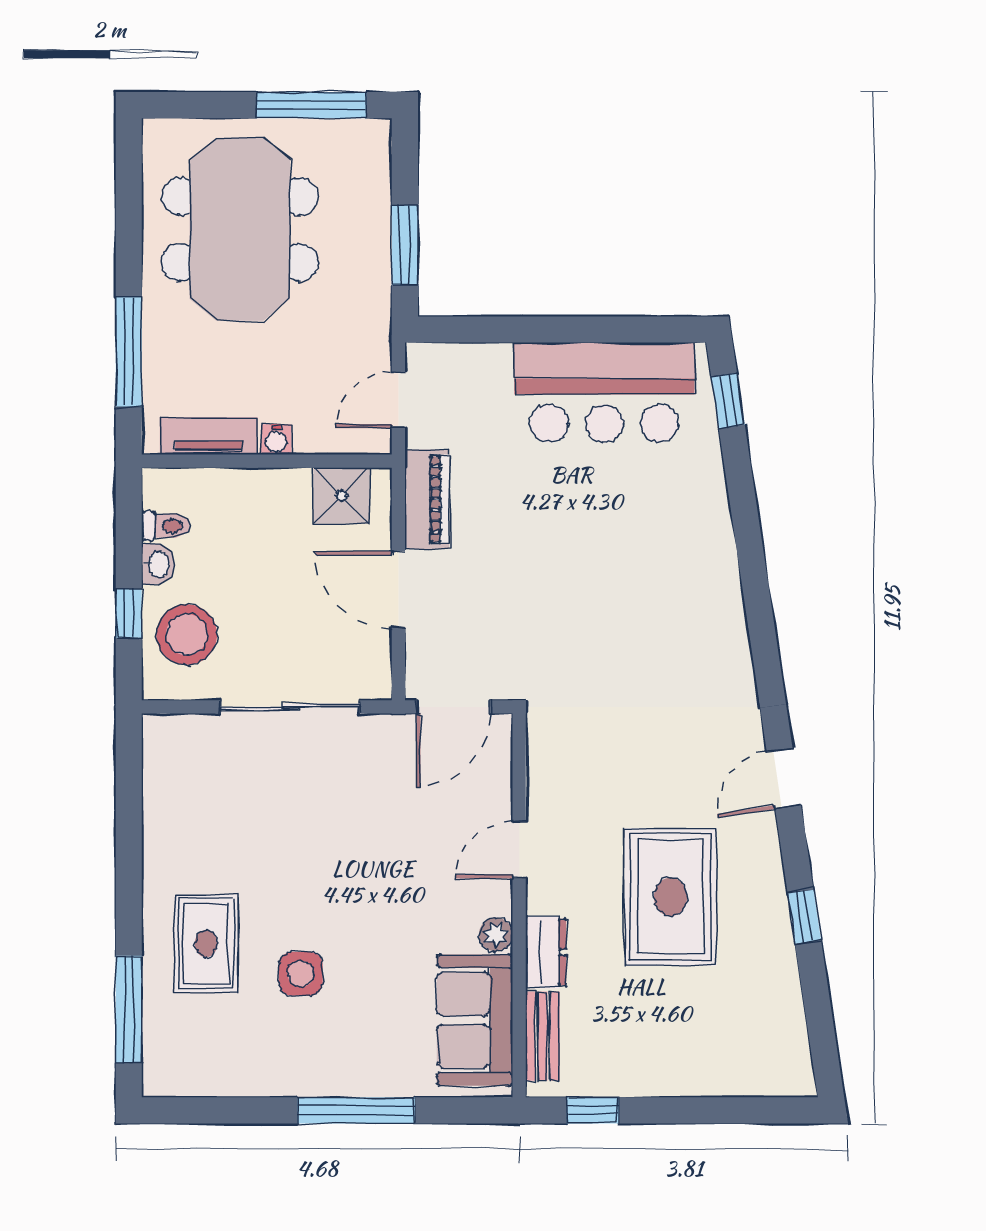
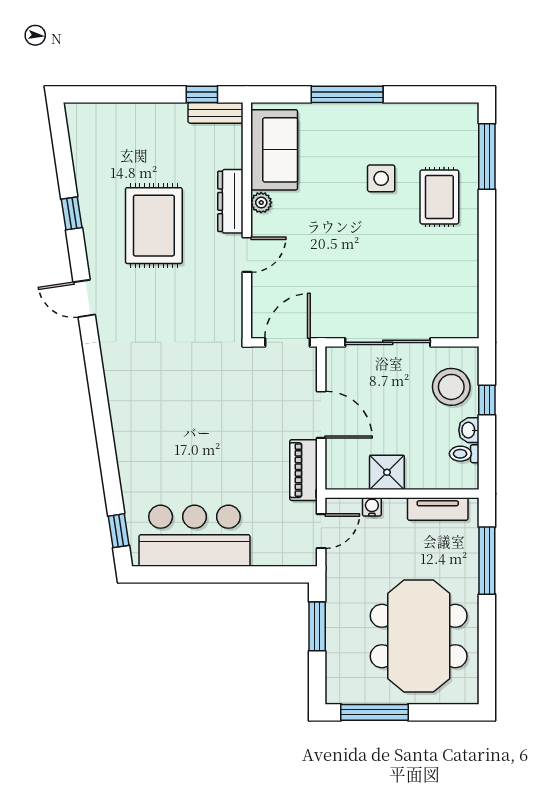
water cooler: (276, 439) -> (372, 507), moved
shower: (342, 496) -> (387, 472), moved
door: (784, 778) -> (84, 298), swing flipped
dresser: (546, 952) -> (230, 201), width x1.44
bench: (543, 1036) -> (216, 113), moved, turned 90

